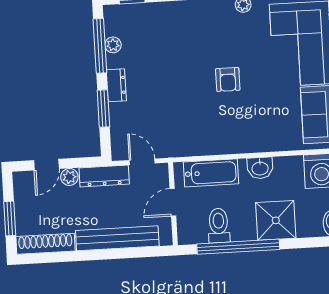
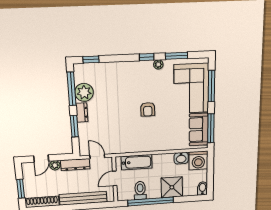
plant: (113, 45) -> (84, 92), width x1.88, depth x1.88
washbasin: (260, 168) -> (181, 158), moved

